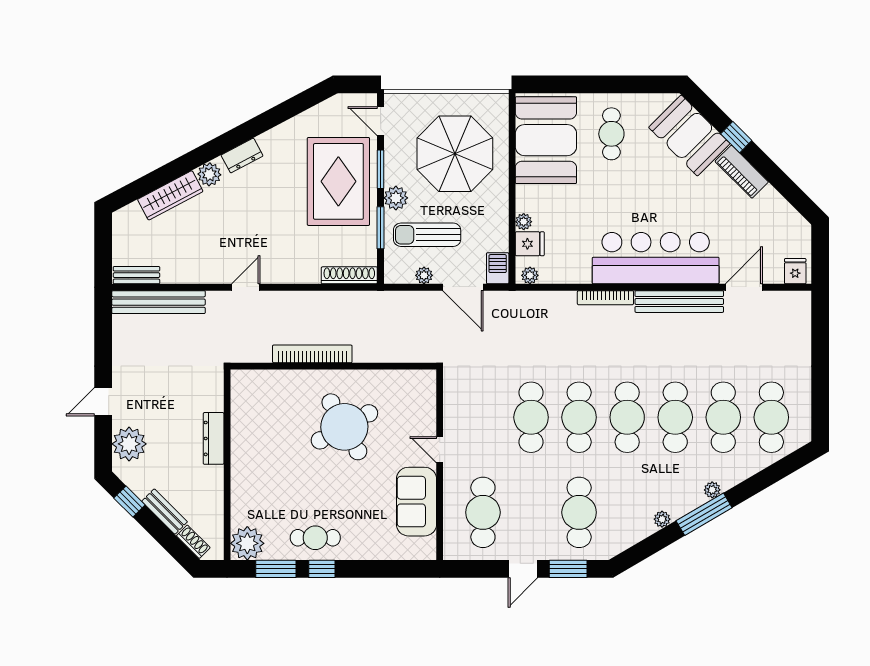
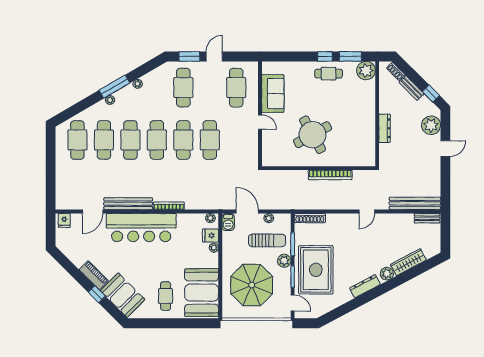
dresser: (242, 156) -> (365, 286), width x1.44

